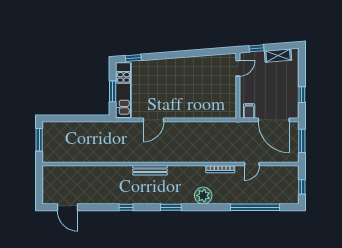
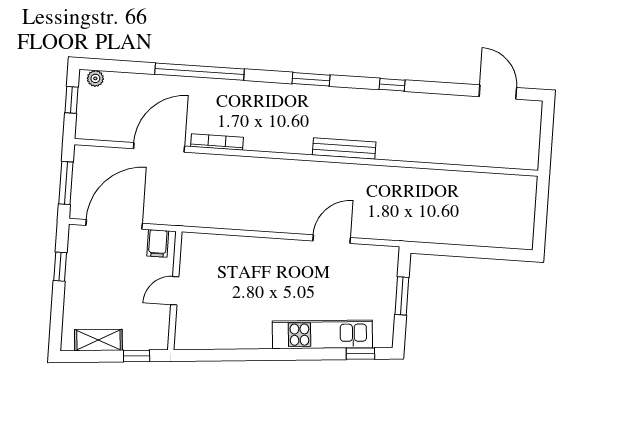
door: (238, 68) -> (175, 291), moved
kitchen unit: (123, 90) -> (322, 334), moved, turned 86
door: (274, 120) -> (114, 224), hinge flipped
window: (39, 140) -> (541, 217), removed
door: (252, 164) -> (159, 147), width x1.87
plant: (203, 196) -> (95, 78), moved, width x0.53, depth x0.53
window: (255, 207) -> (200, 72), moved

